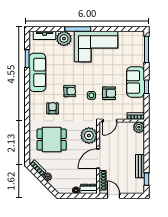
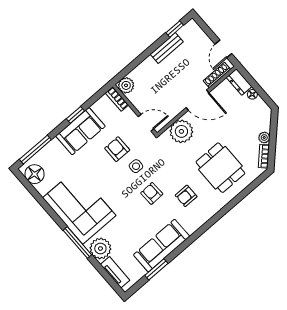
floor lamp: (134, 38) -> (35, 174), added

